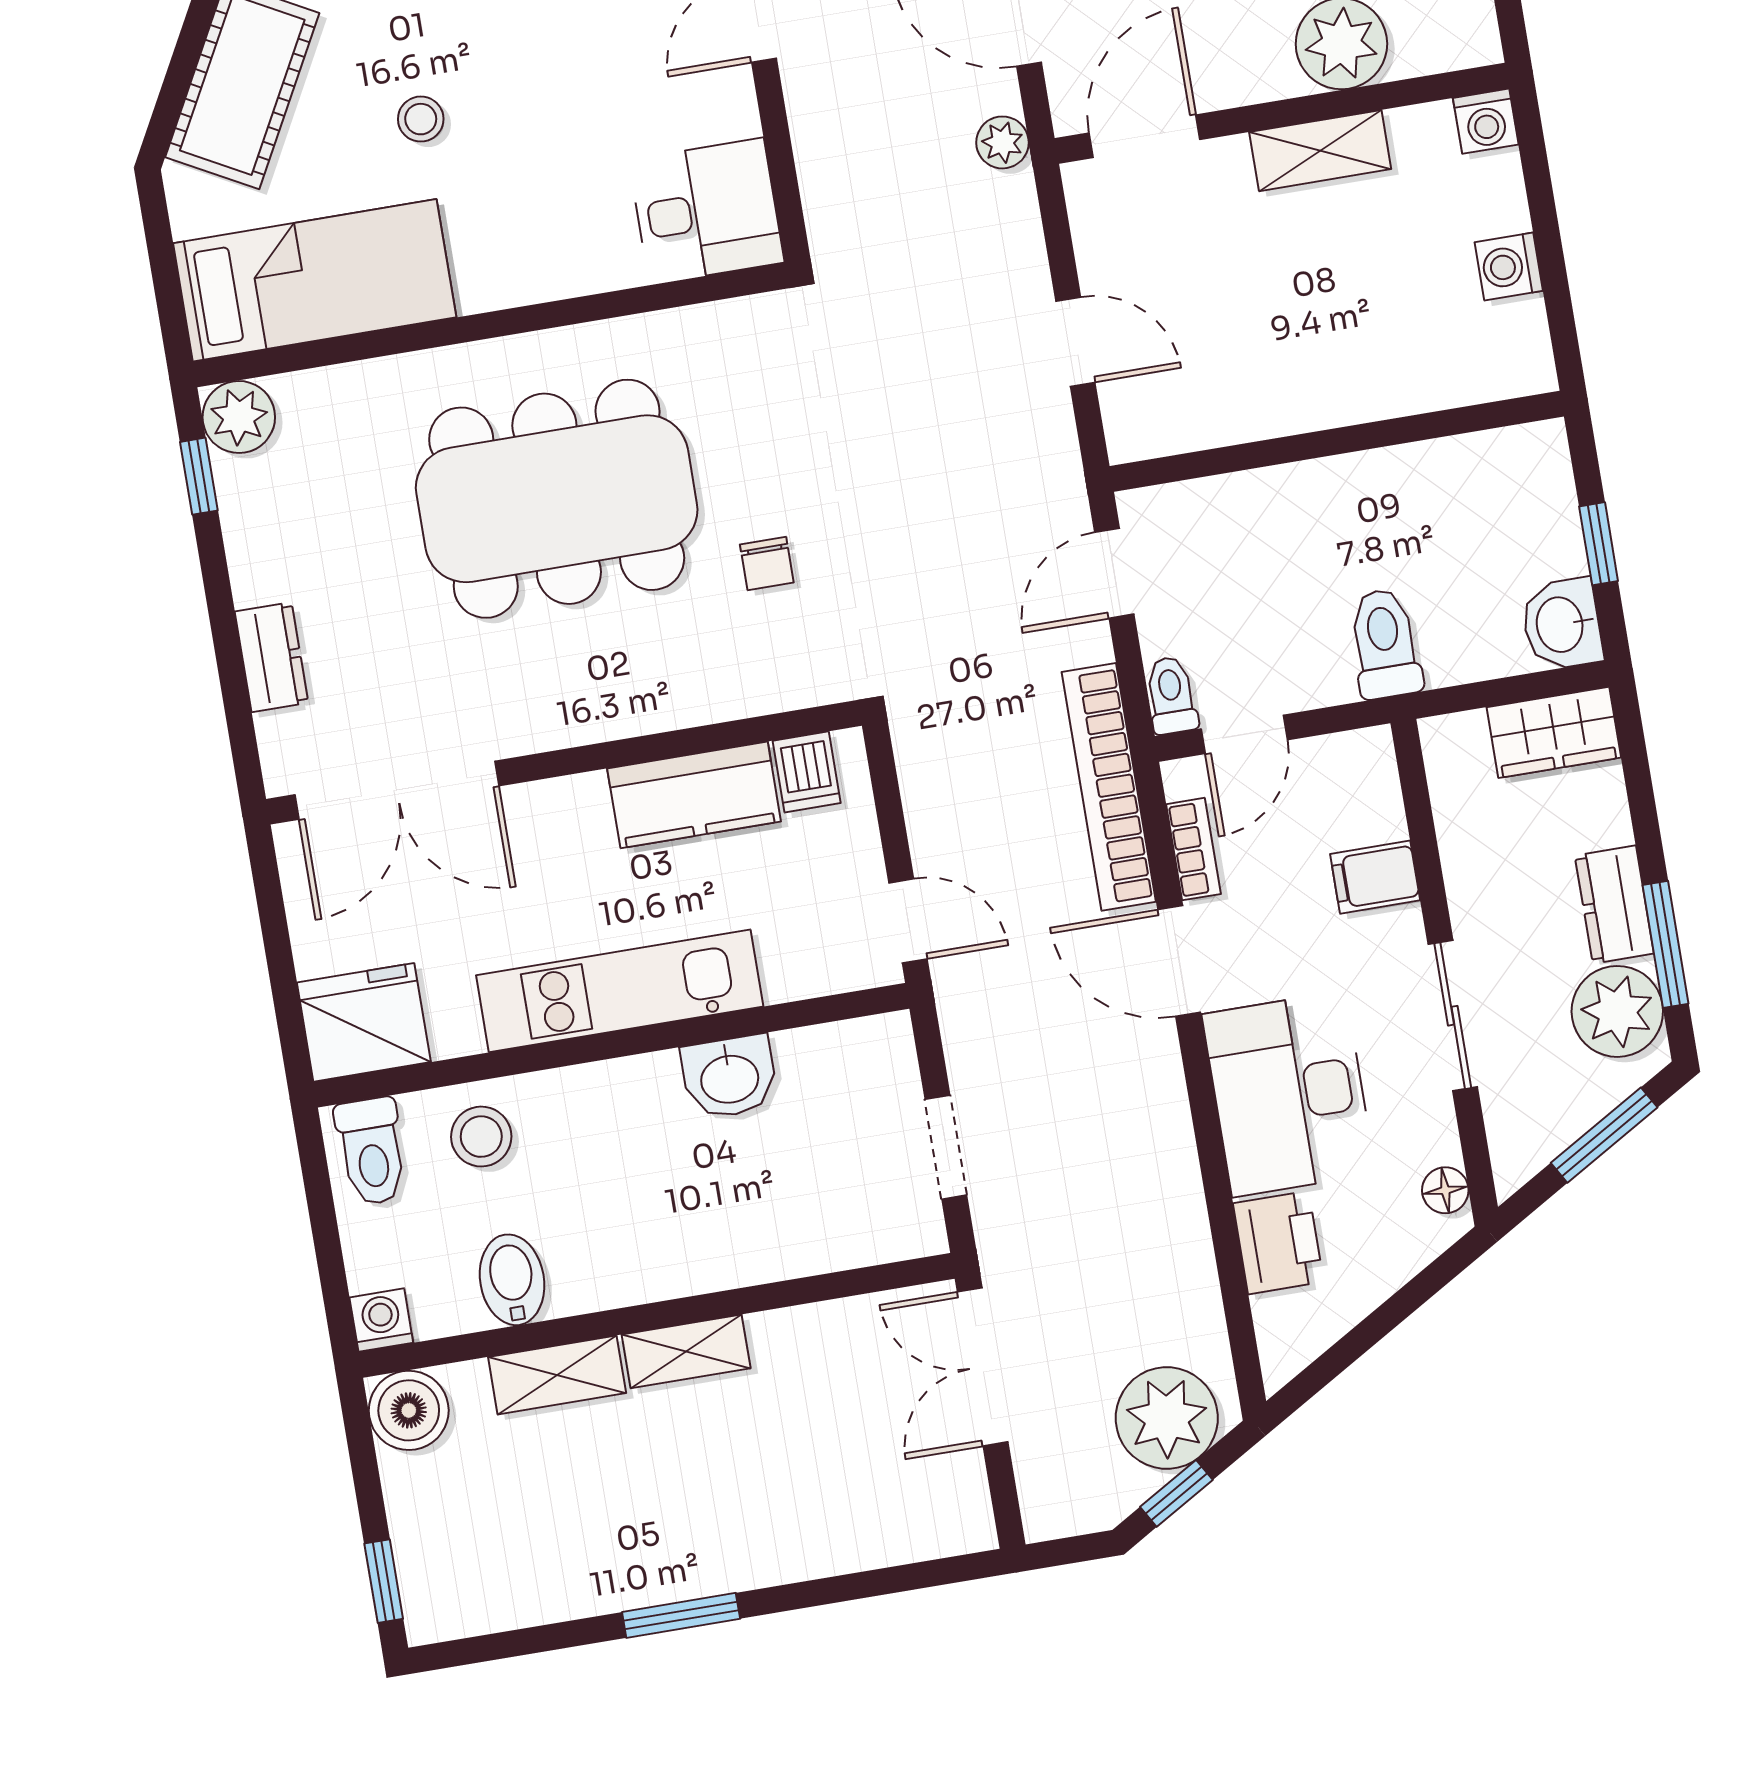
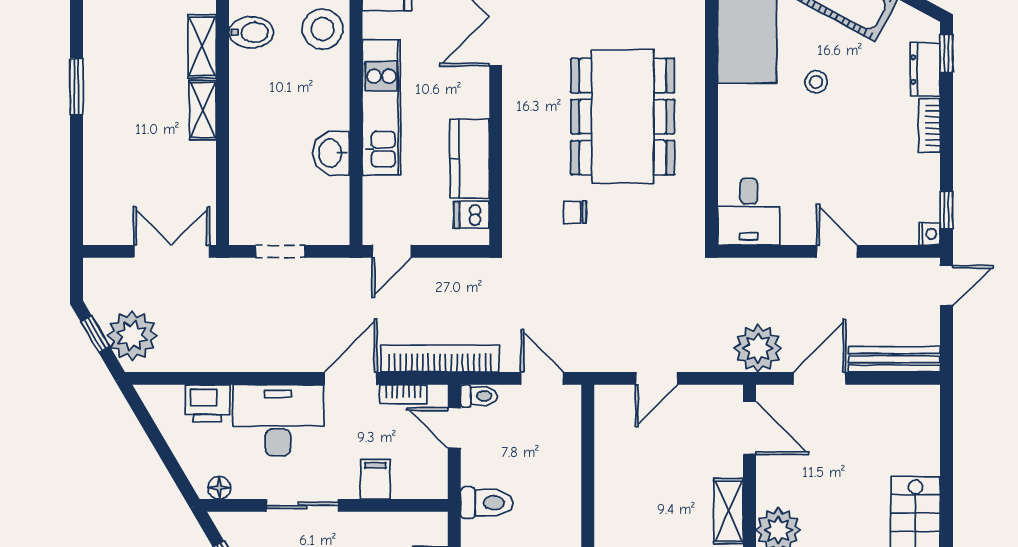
plant: (1002, 142) -> (758, 348), width x1.87, depth x1.87
stool: (481, 1137) -> (323, 29), width x1.38, depth x1.38

